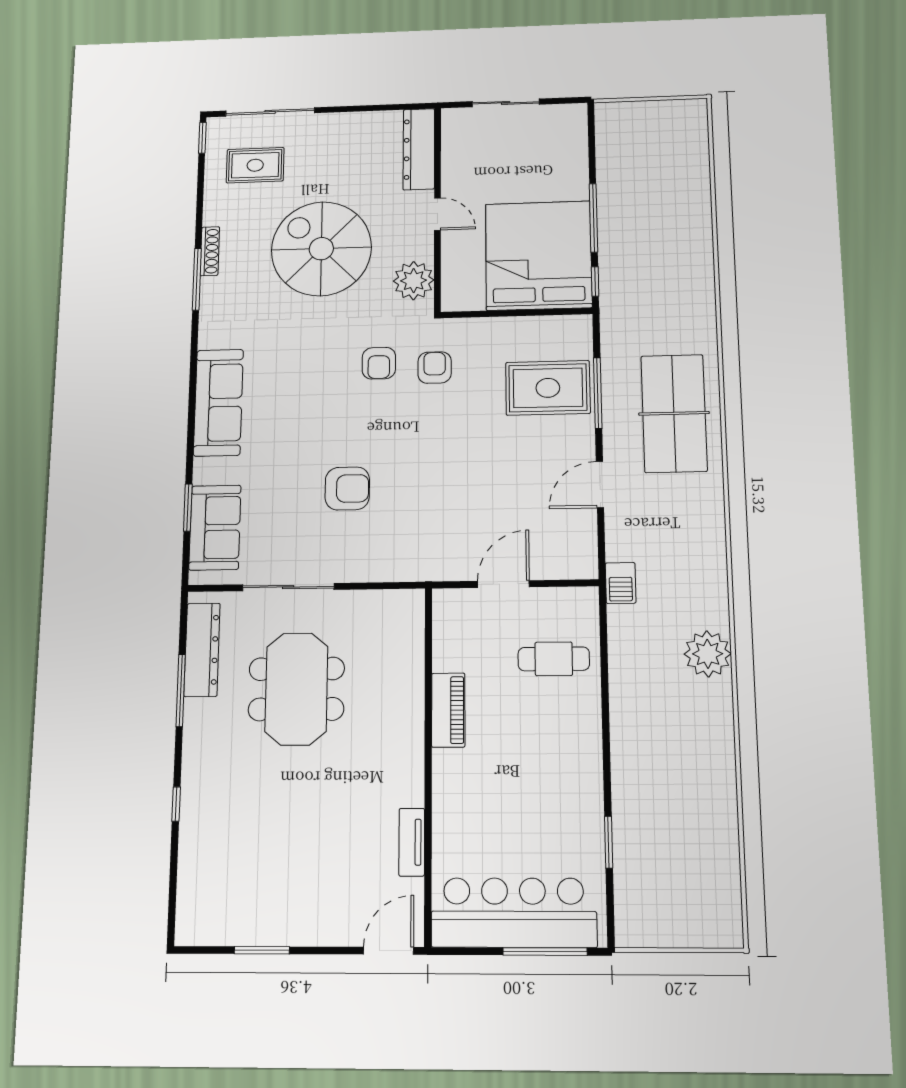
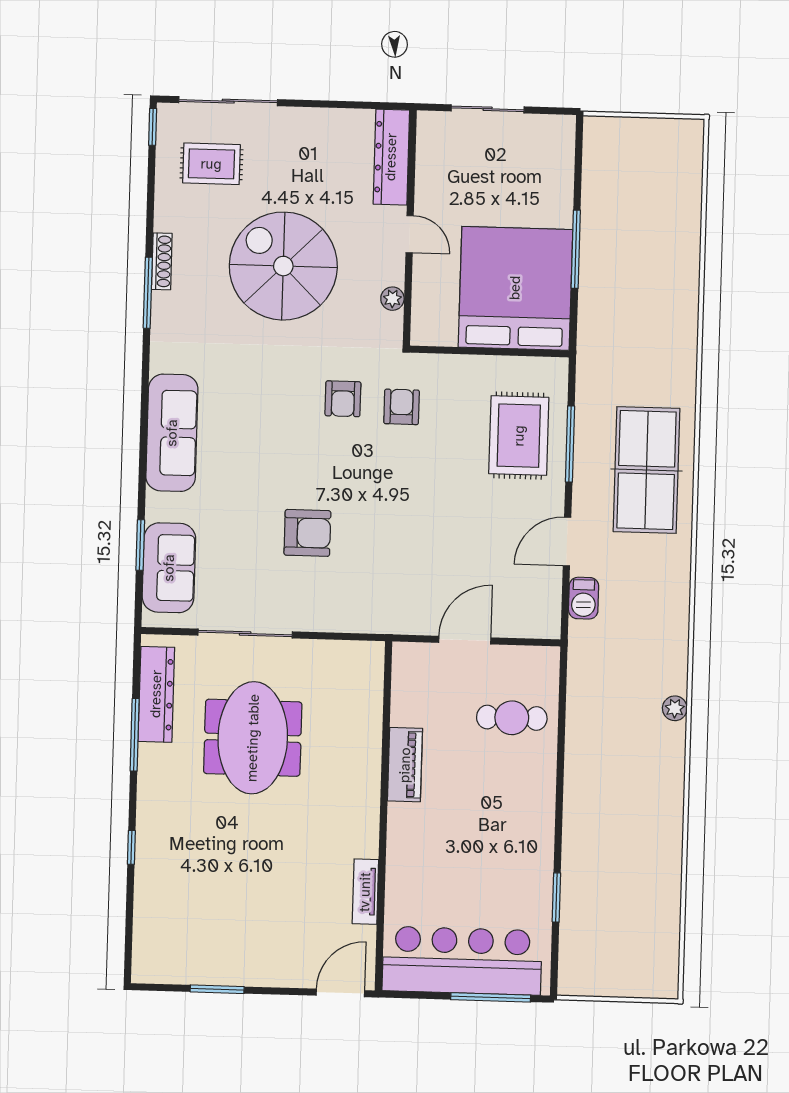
plant: (414, 281) -> (392, 299), width x0.53, depth x0.53
window: (595, 281) -> (574, 321), removed
rug: (548, 388) -> (519, 436), turned 90
barbecue: (621, 583) -> (584, 598), moved
plant: (708, 654) -> (675, 708), width x0.53, depth x0.53

